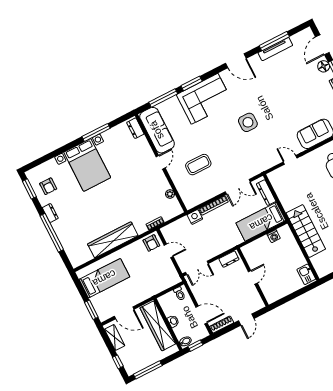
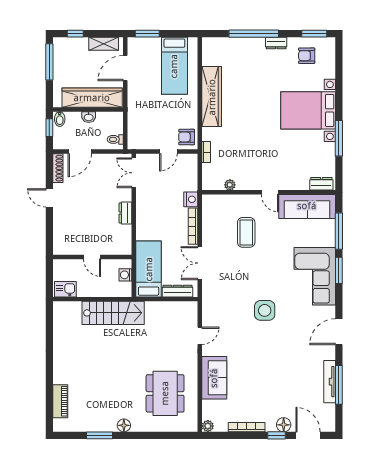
door: (253, 277) -> (92, 257), moved
wall: (253, 277) -> (92, 257), moved

